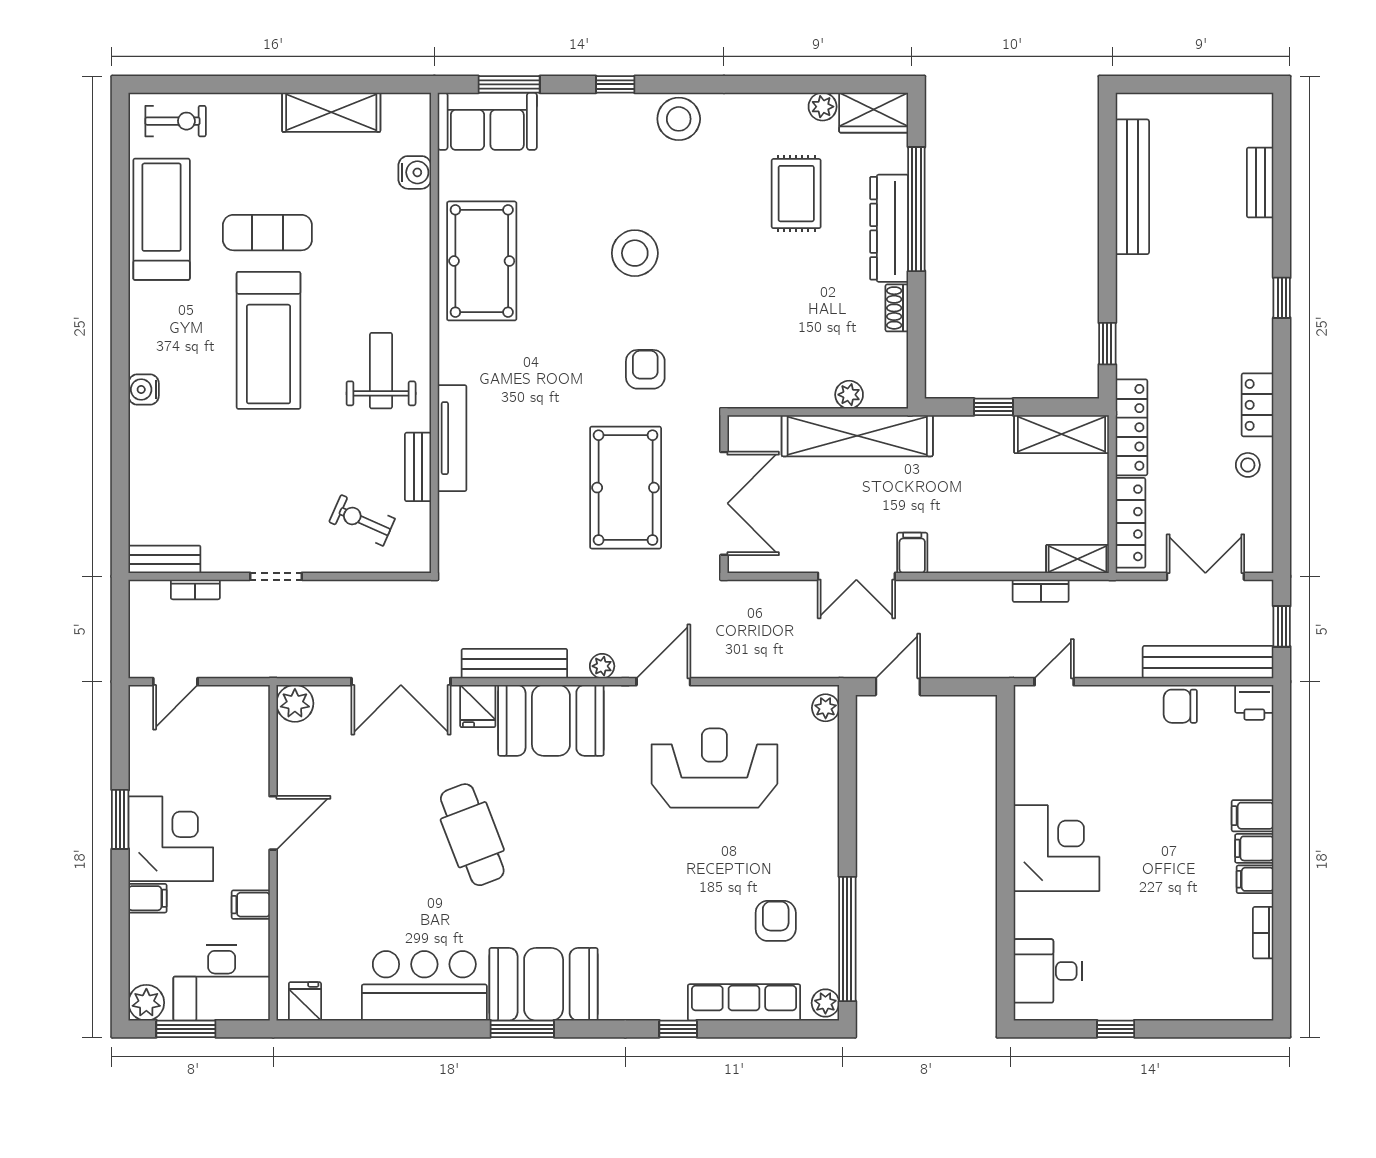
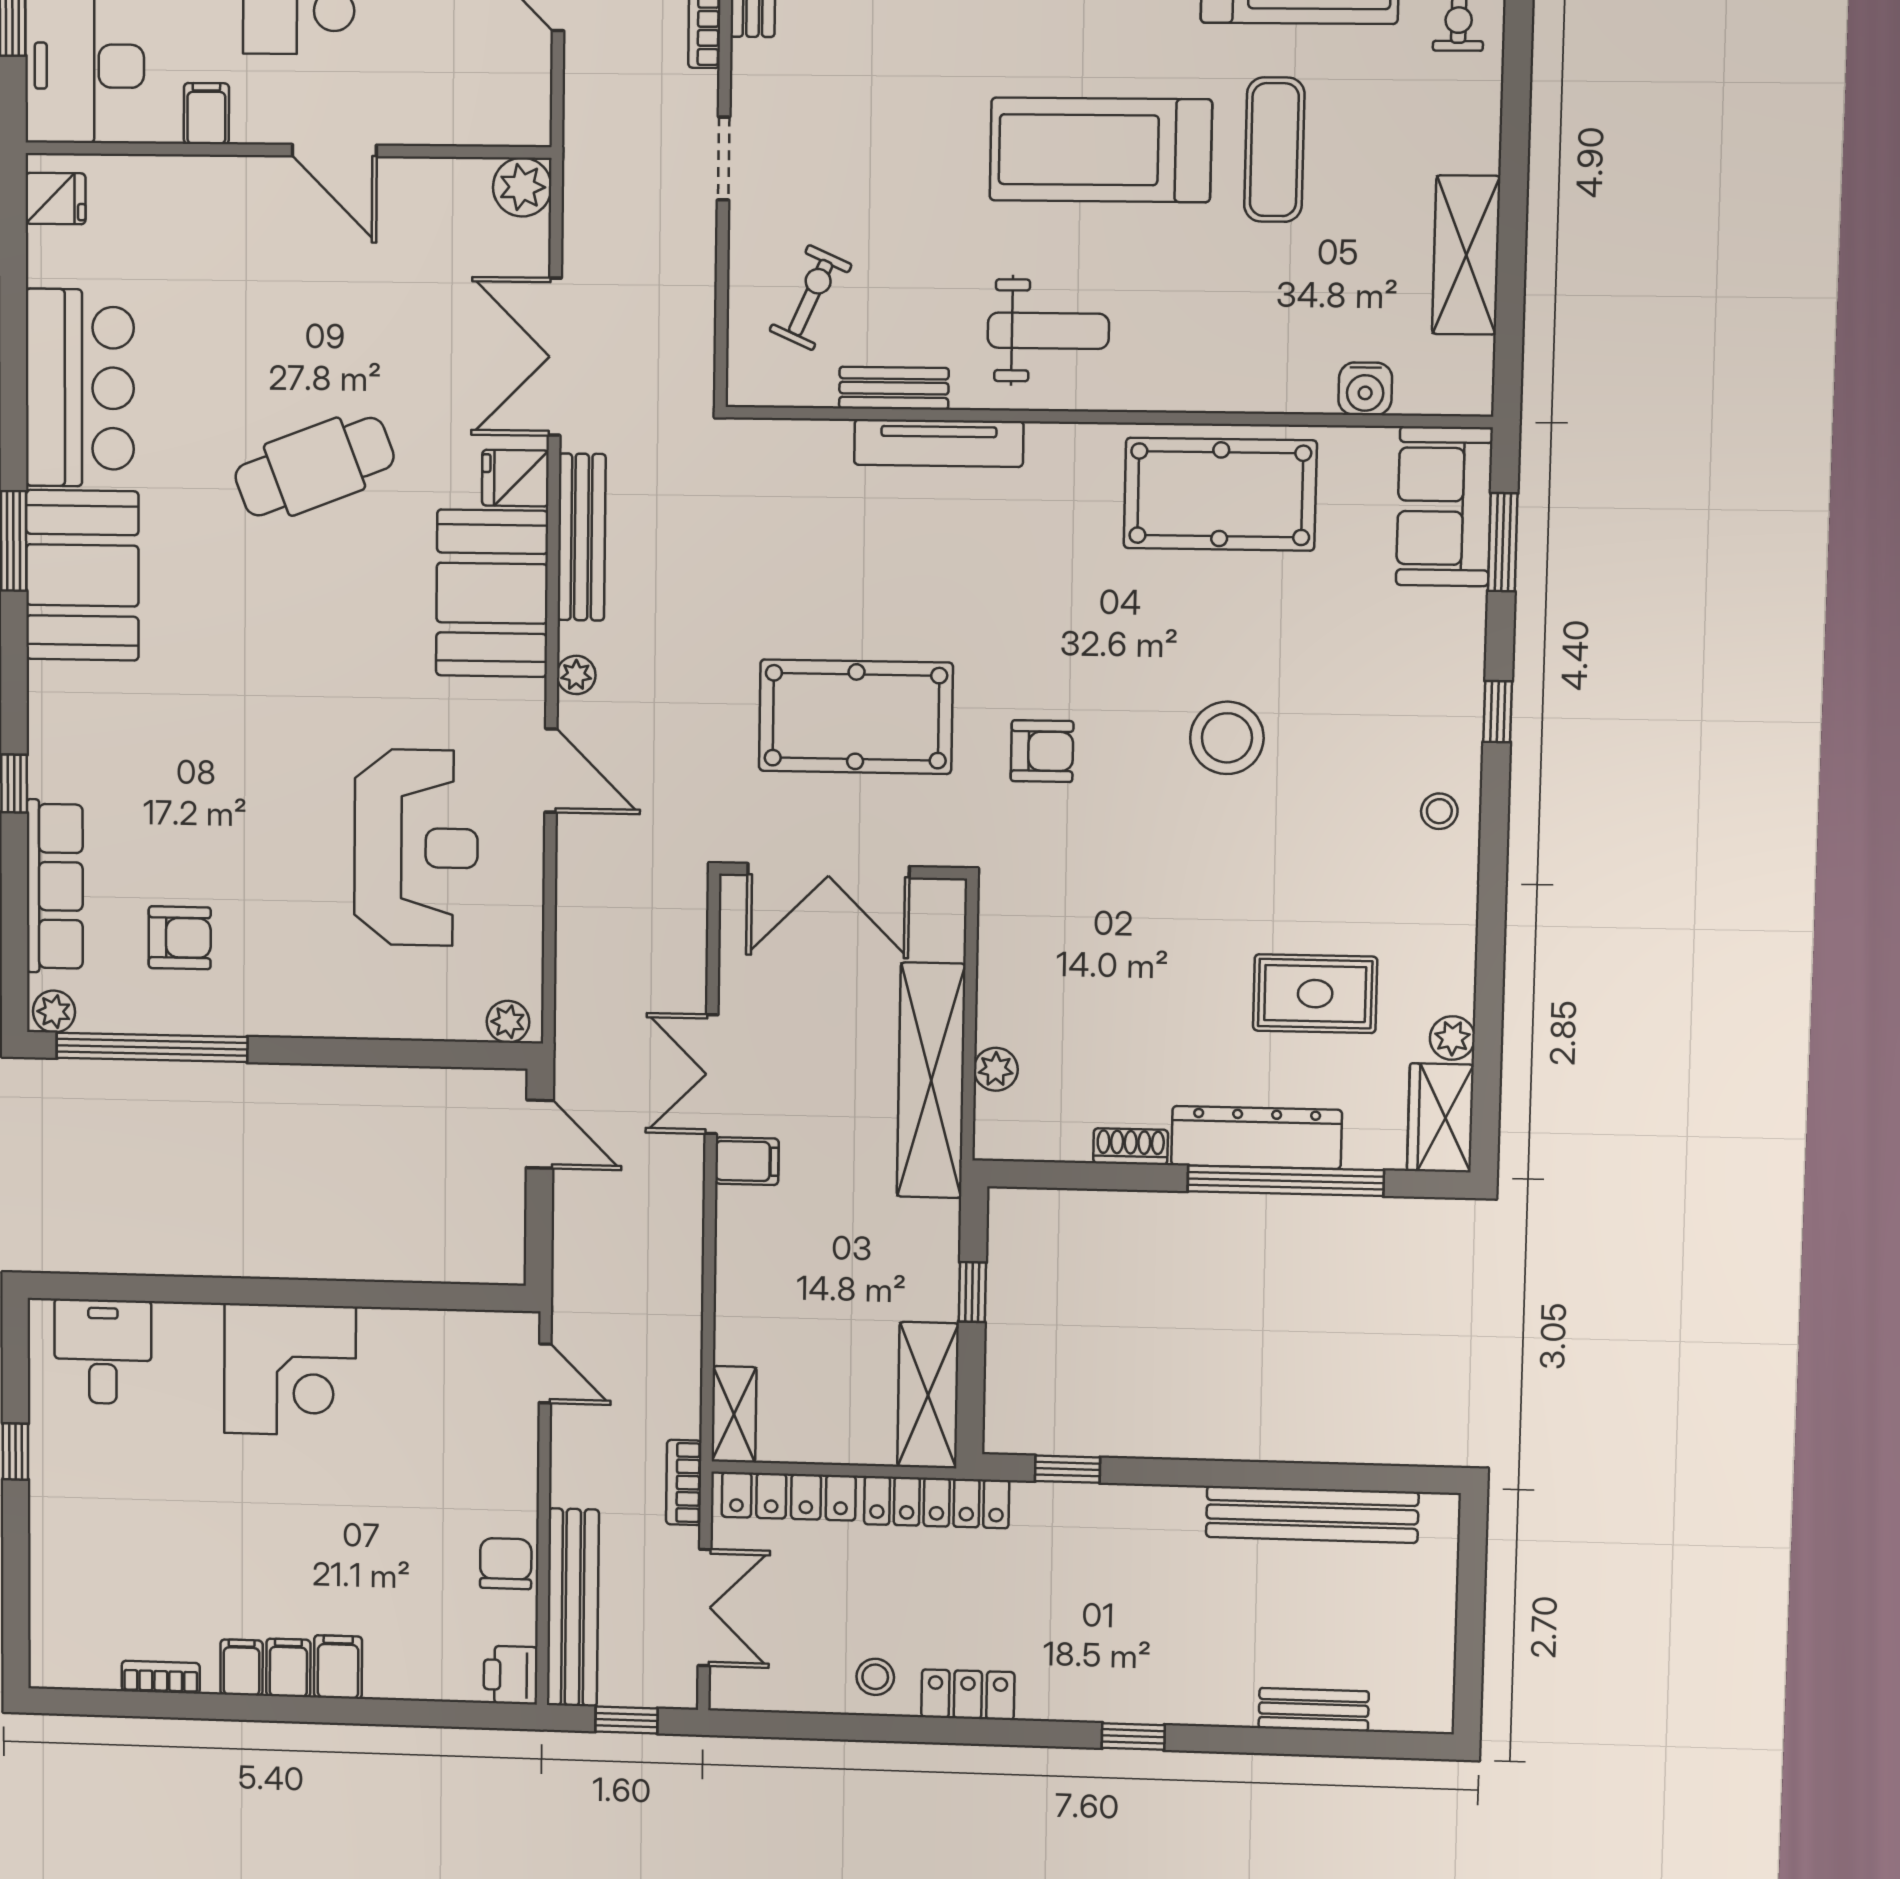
stool: (679, 119) -> (1439, 811), width x0.53, depth x0.53
bookcase: (1041, 591) -> (684, 1483), moved

